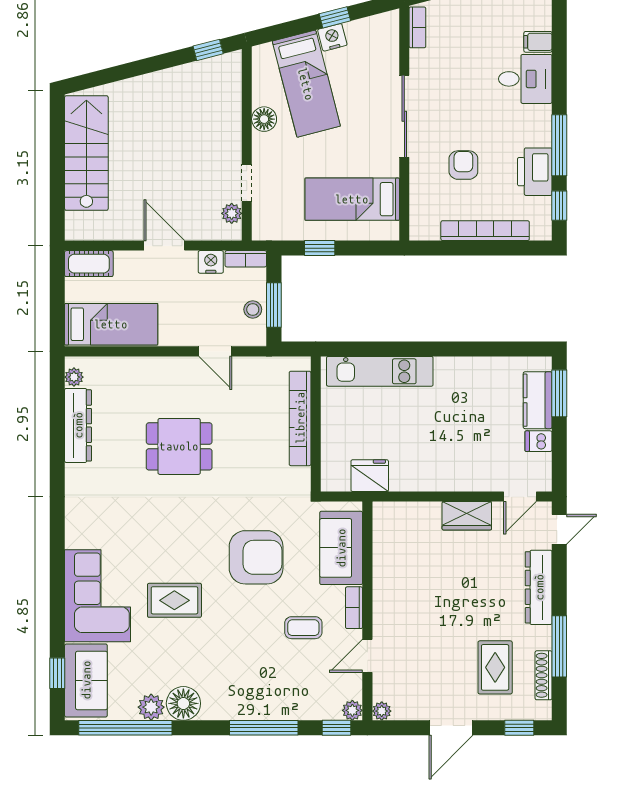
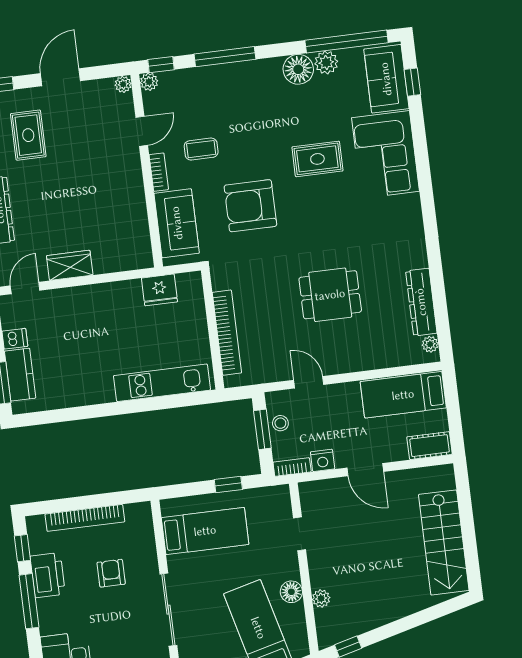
armchair: (463, 165) -> (111, 573), turned 180
plant: (232, 213) -> (321, 598), moved

